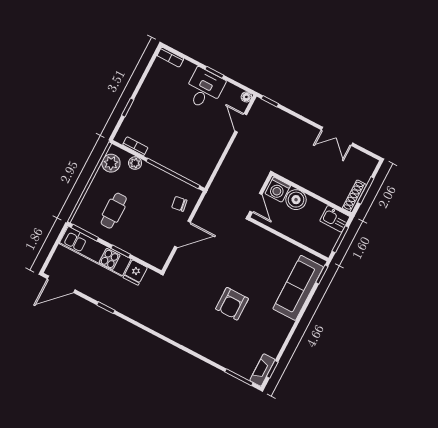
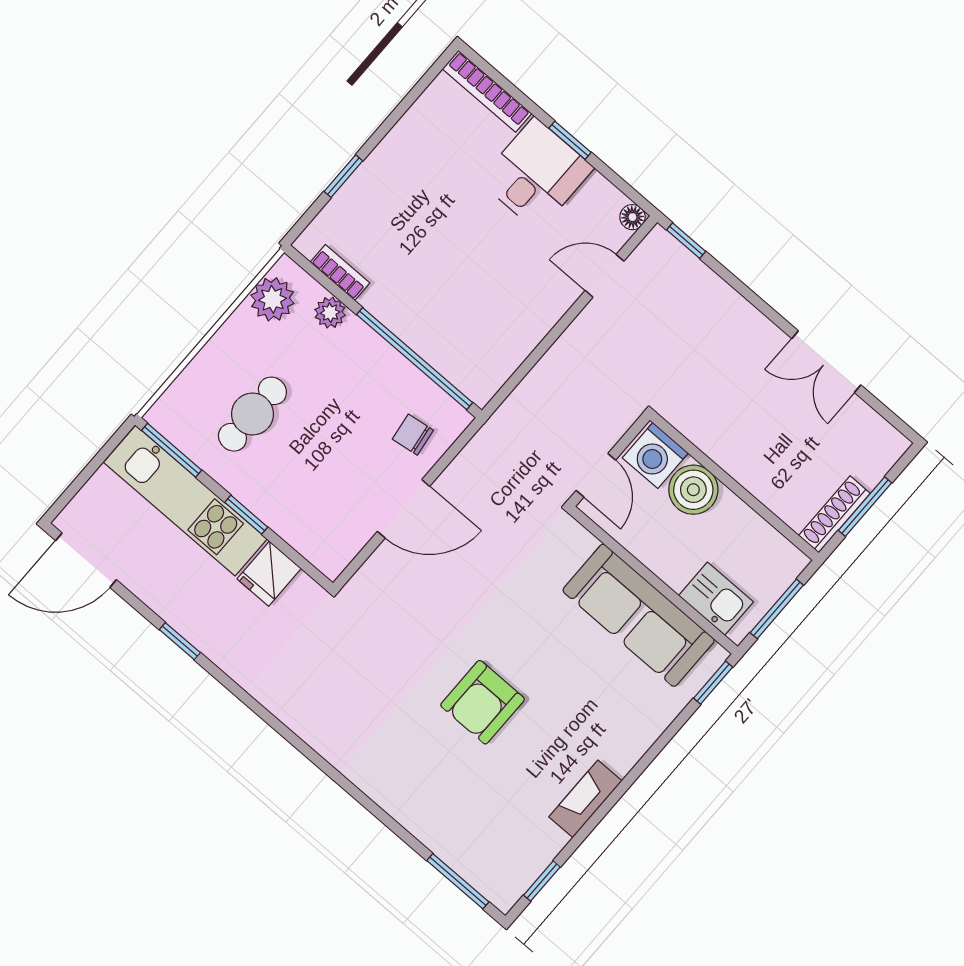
bookcase: (170, 57) -> (487, 91), width x1.56
door: (241, 123) -> (605, 276), hinge flipped
kitchen sink: (335, 219) -> (716, 599), moved, turned 180
sofa: (298, 288) -> (639, 615), moved, turned -90
fireplace: (262, 370) -> (585, 799), moved

